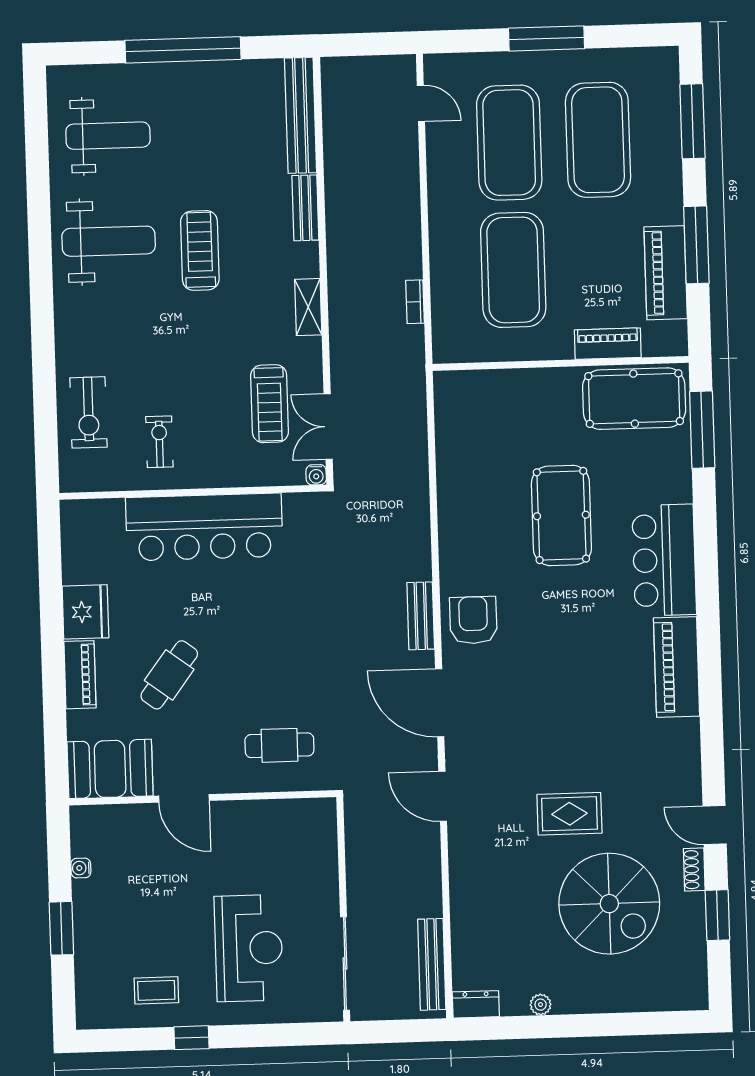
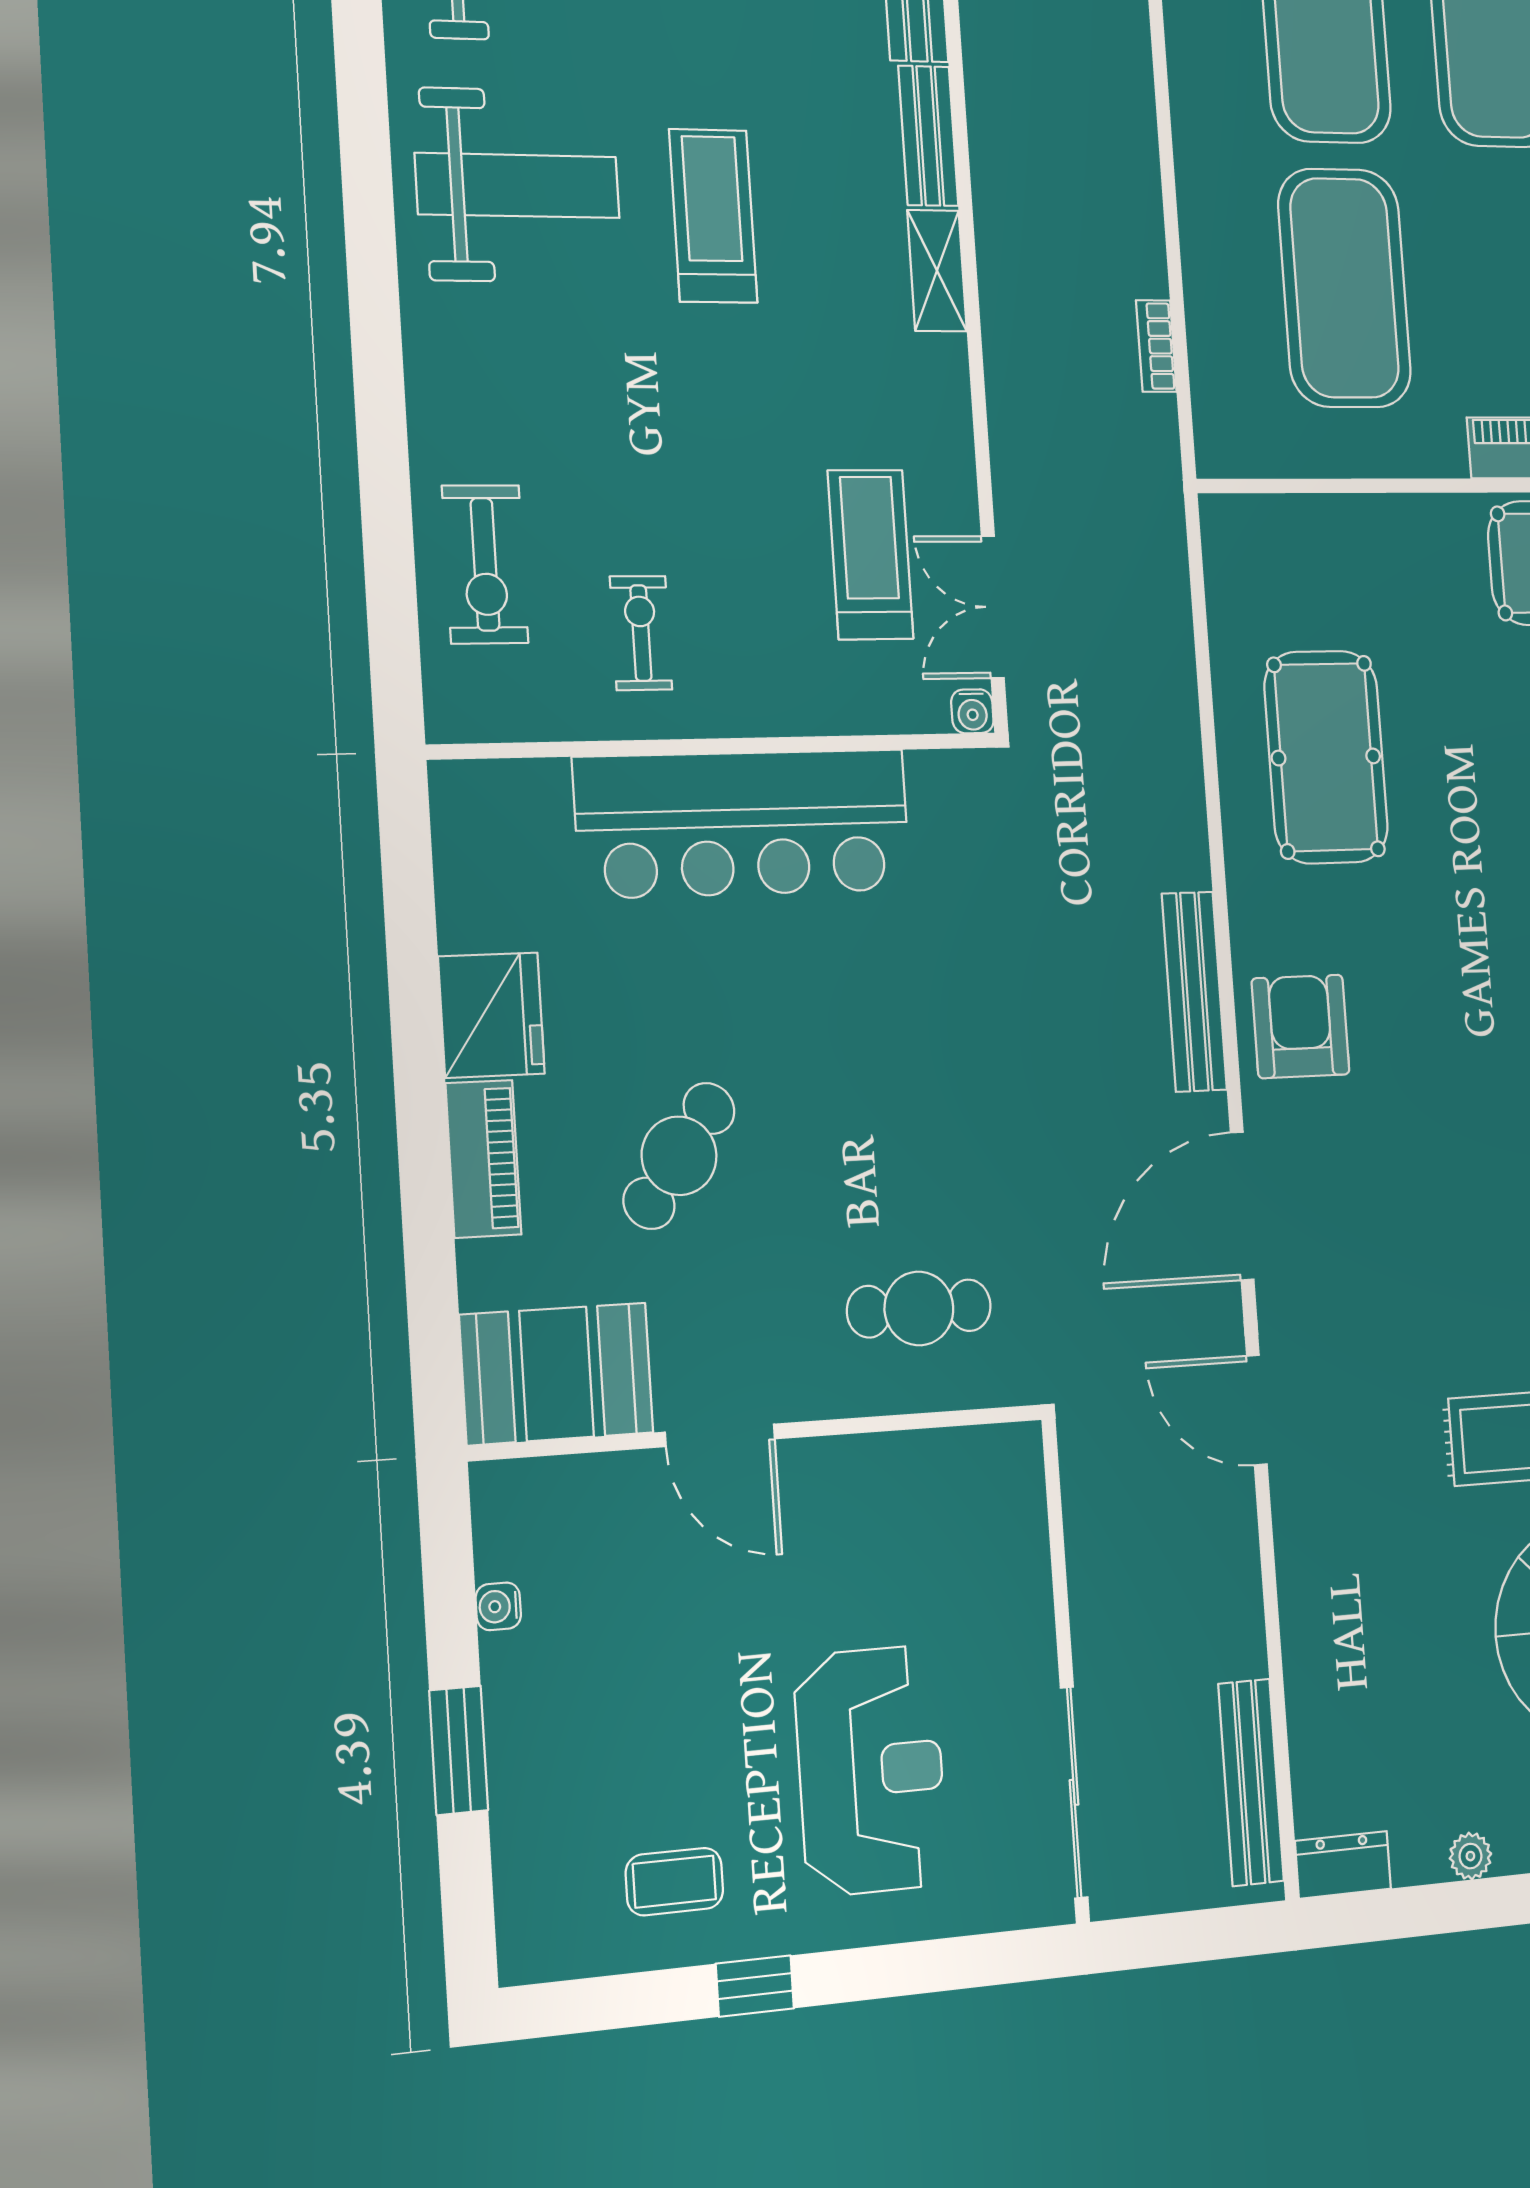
shelving: (308, 307) -> (937, 271), moved
treadmill: (270, 404) -> (870, 555), turned 180
pool table: (561, 515) -> (1326, 757), moved
bench: (421, 616) -> (1194, 992), width x1.36
door: (440, 703) -> (1242, 1206), hinge flipped

